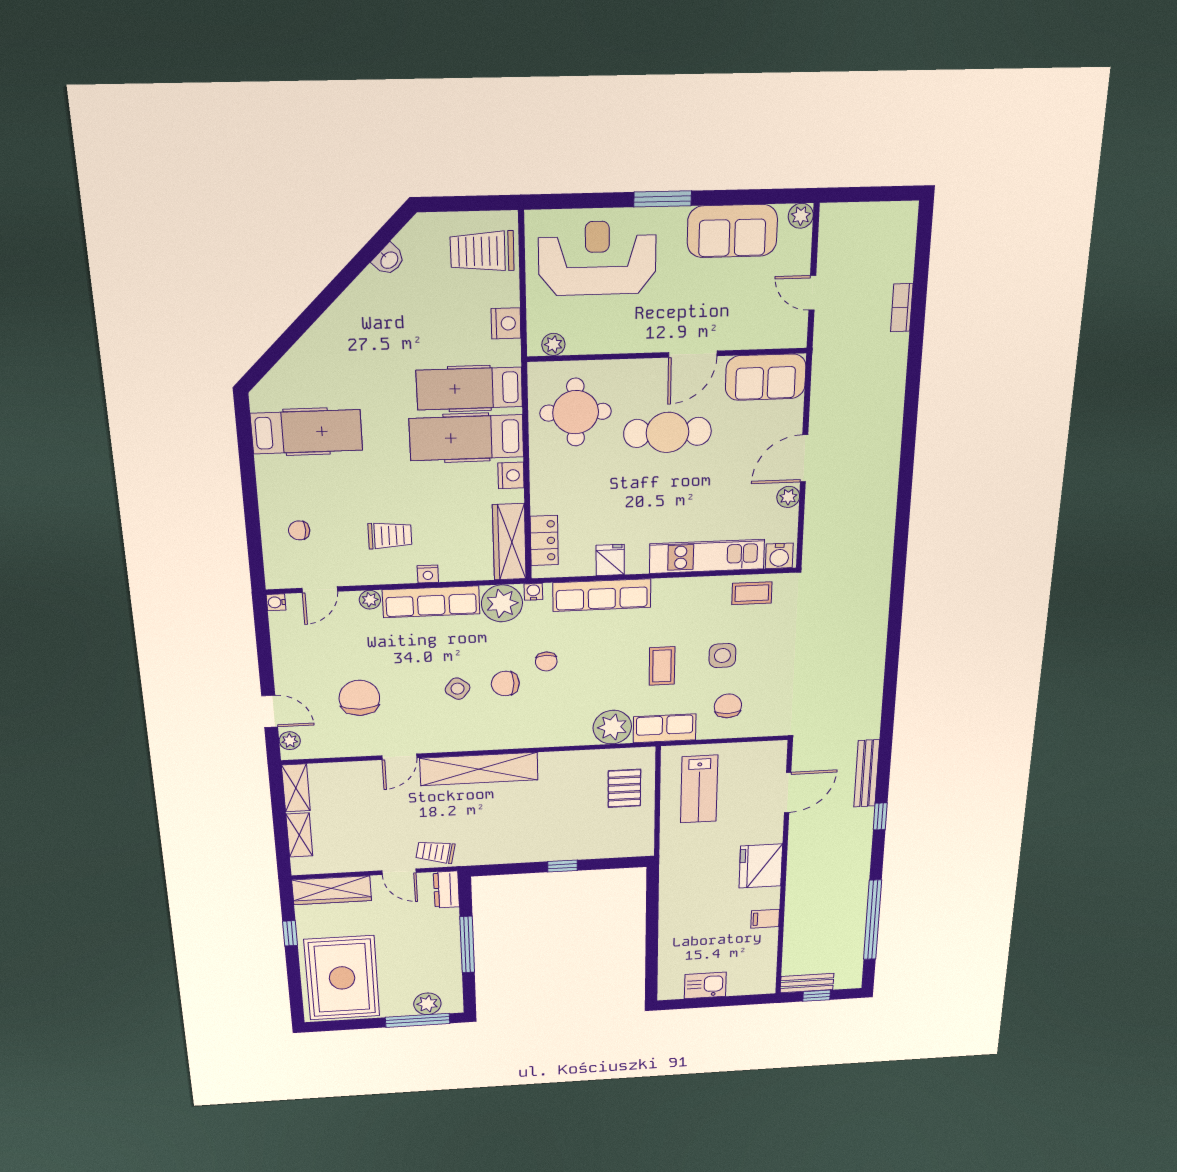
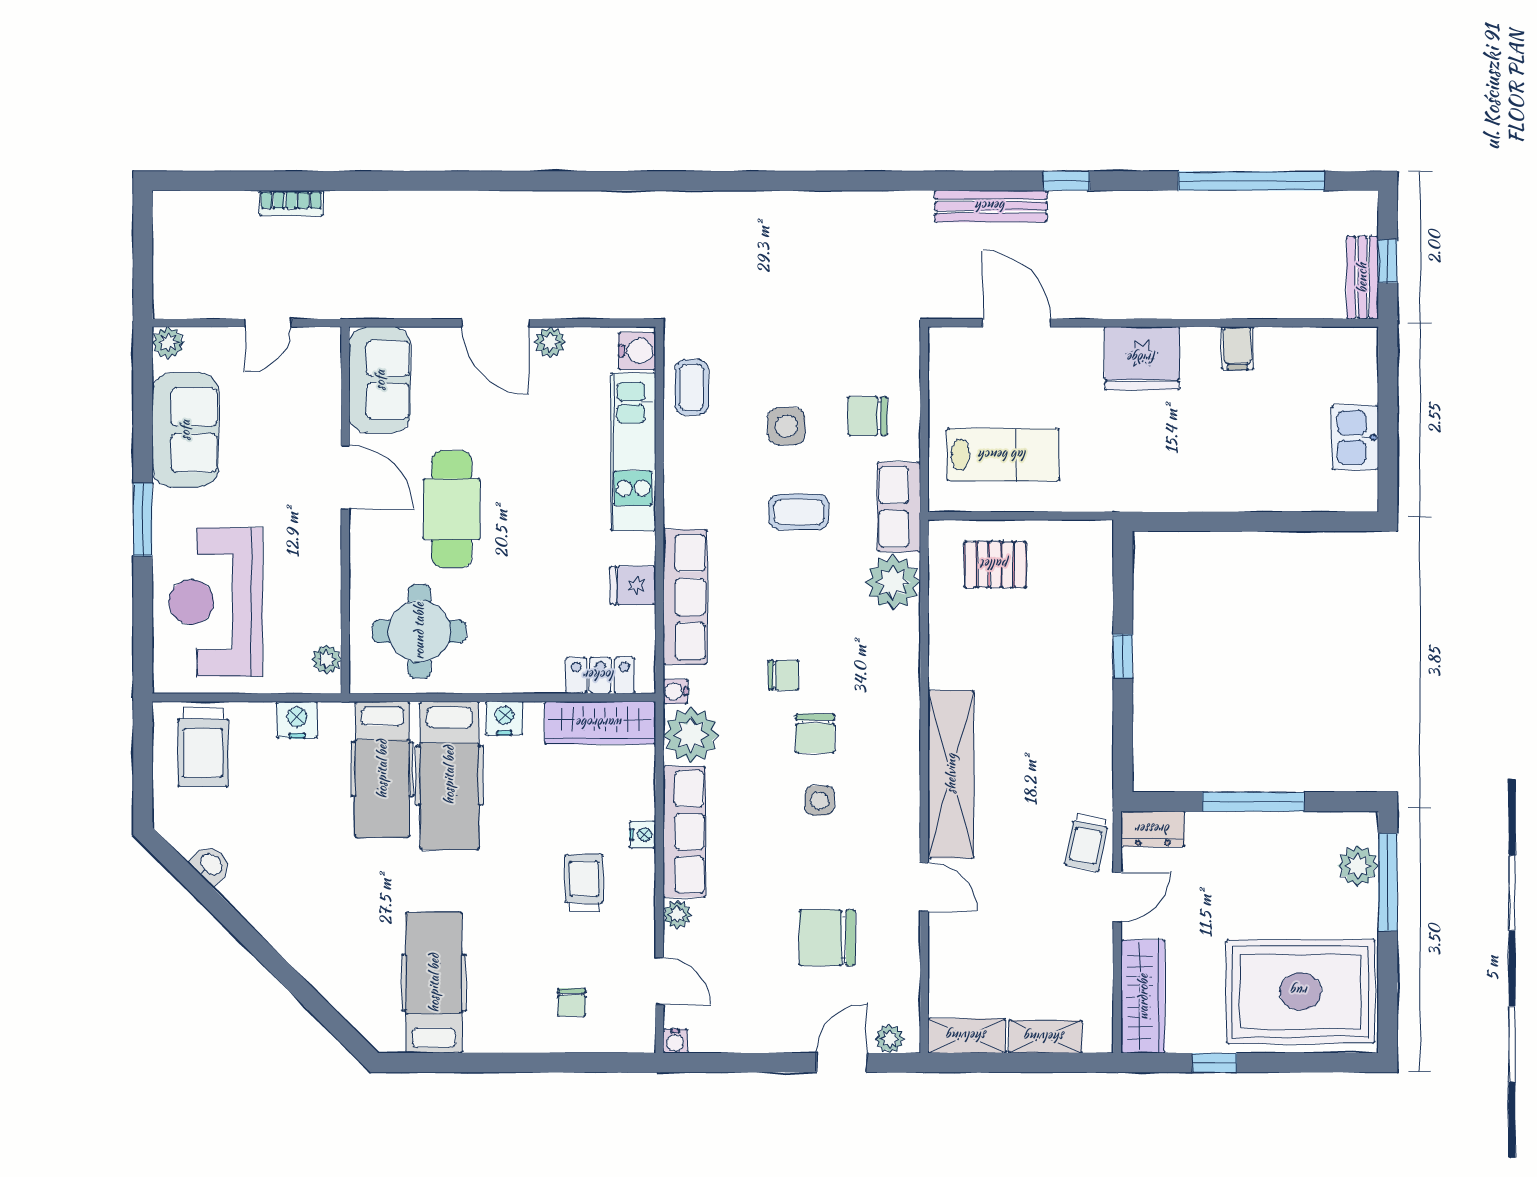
side table: (458, 689) -> (820, 800), turned -37

